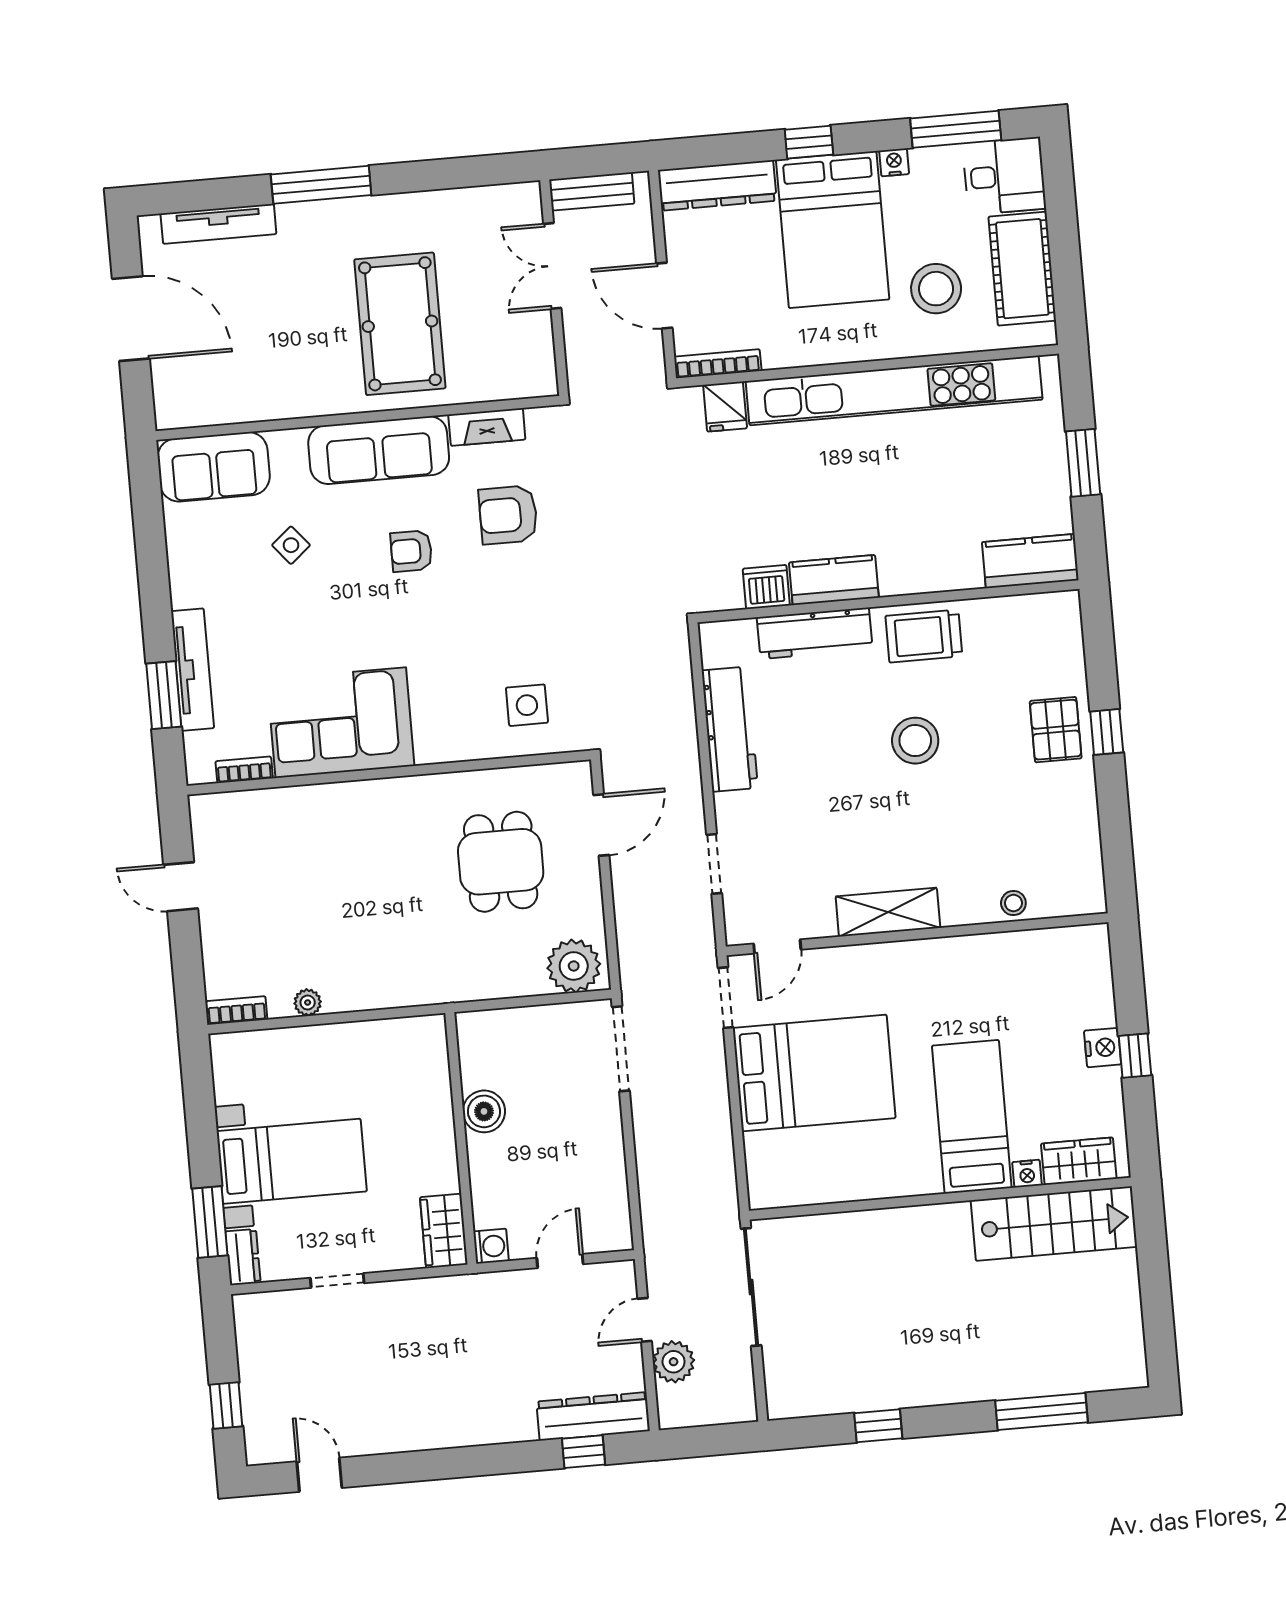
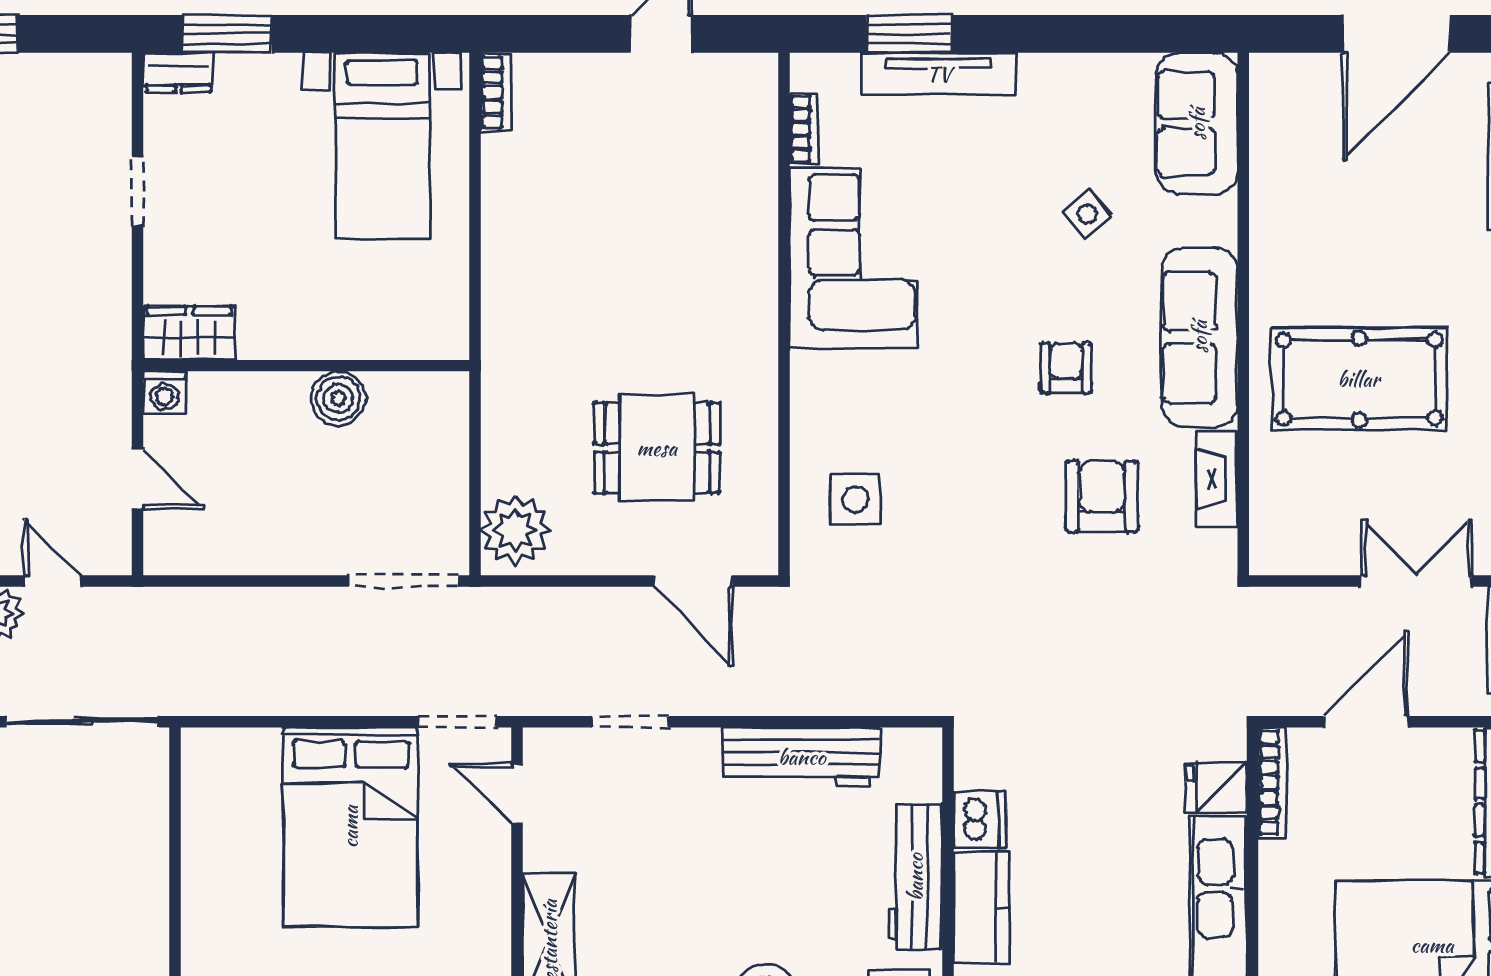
plant: (308, 1002) -> (498, 184), removed
bed with nightstands: (292, 1161) -> (382, 146), moved

